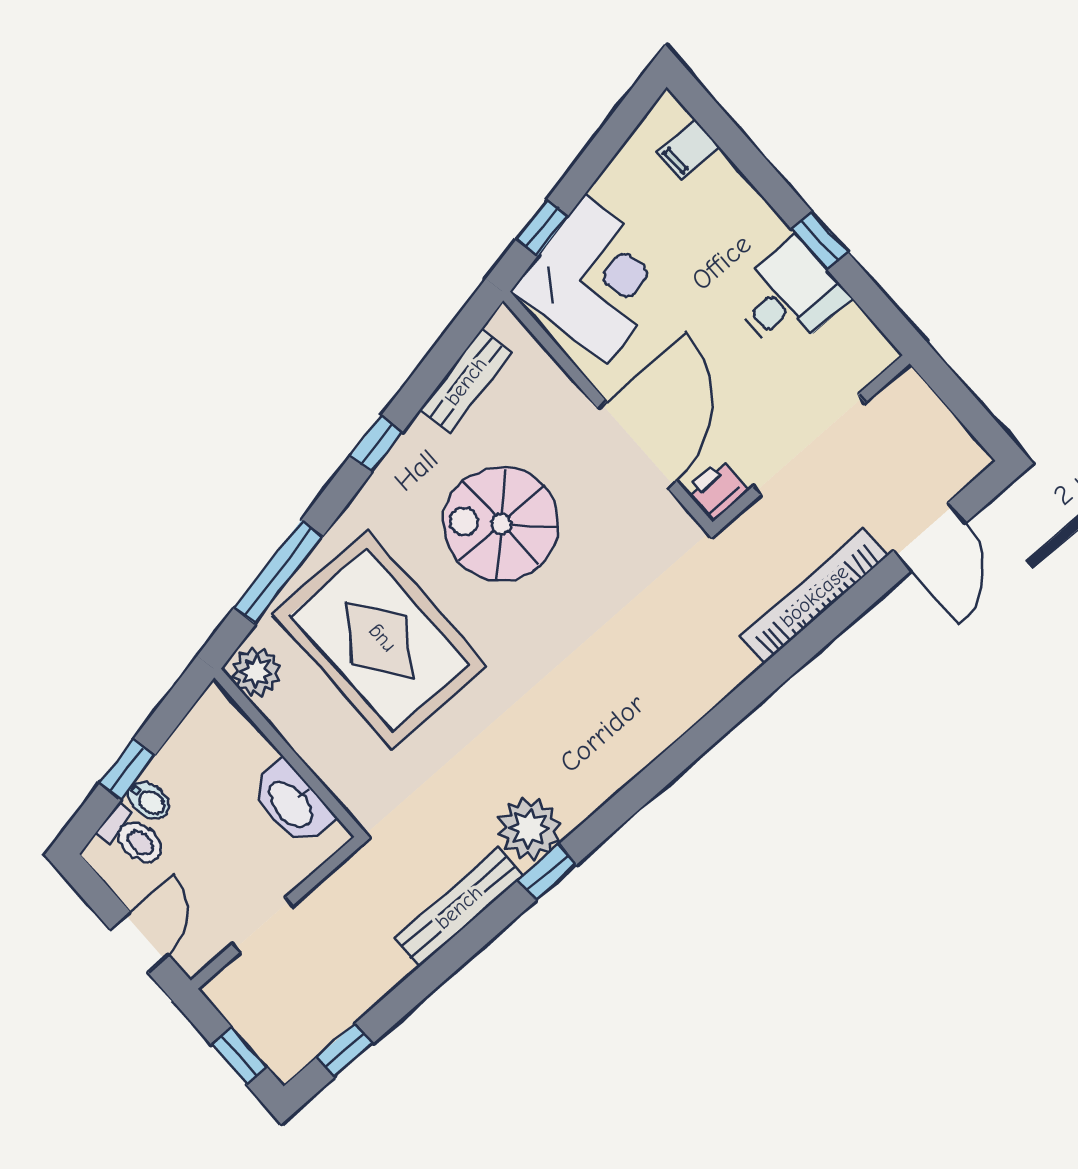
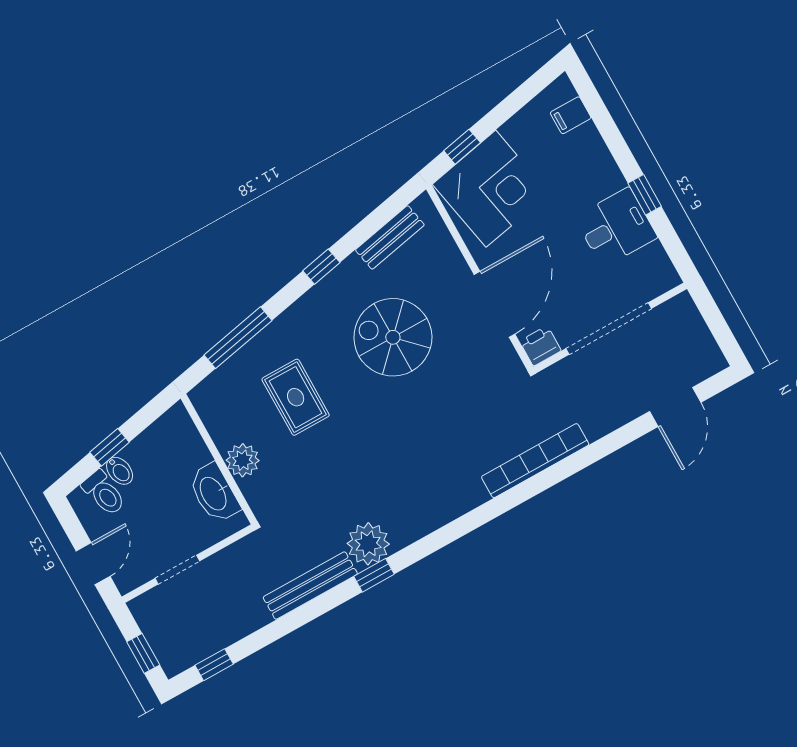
bookcase: (814, 596) -> (535, 461), moved
rug: (380, 640) -> (296, 397), width x0.54, depth x0.49
plant: (257, 672) -> (243, 460), moved

